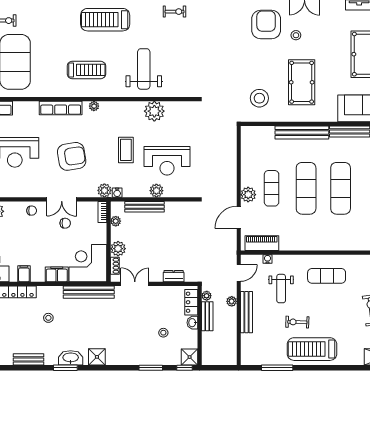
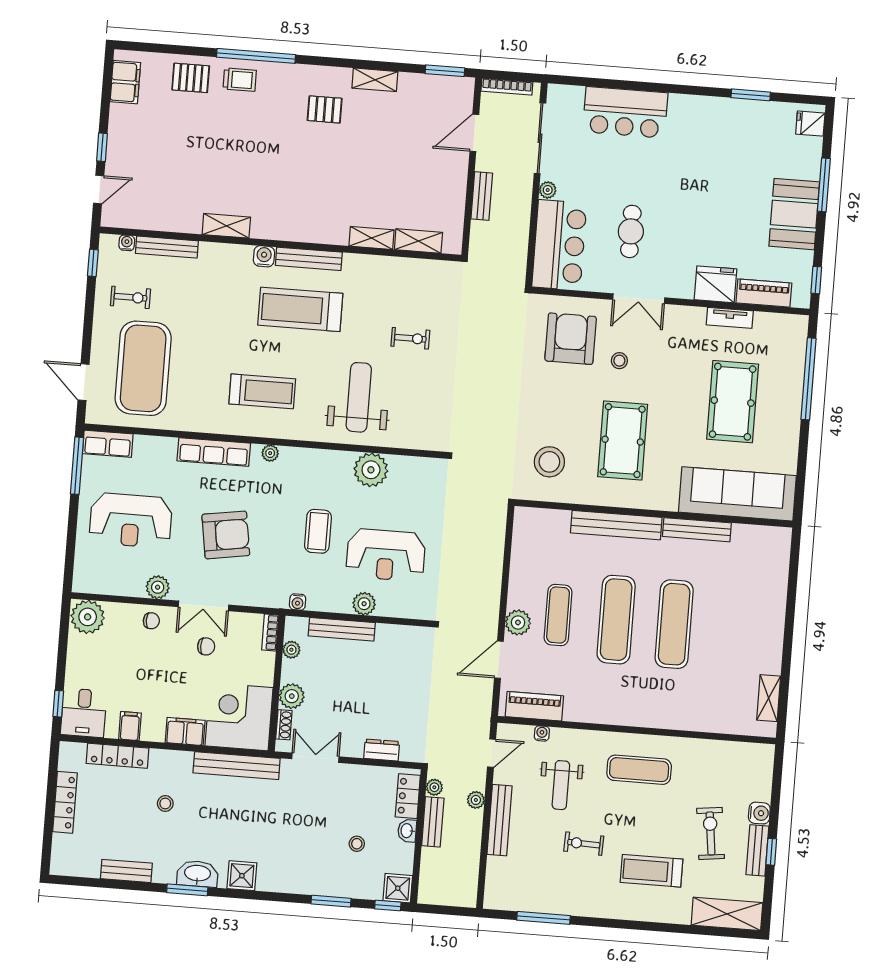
exercise bike: (175, 12) -> (410, 338), moved
plant: (104, 190) -> (158, 587), moved
treadmill: (312, 349) -> (652, 871), moved, width x0.73, depth x0.73

